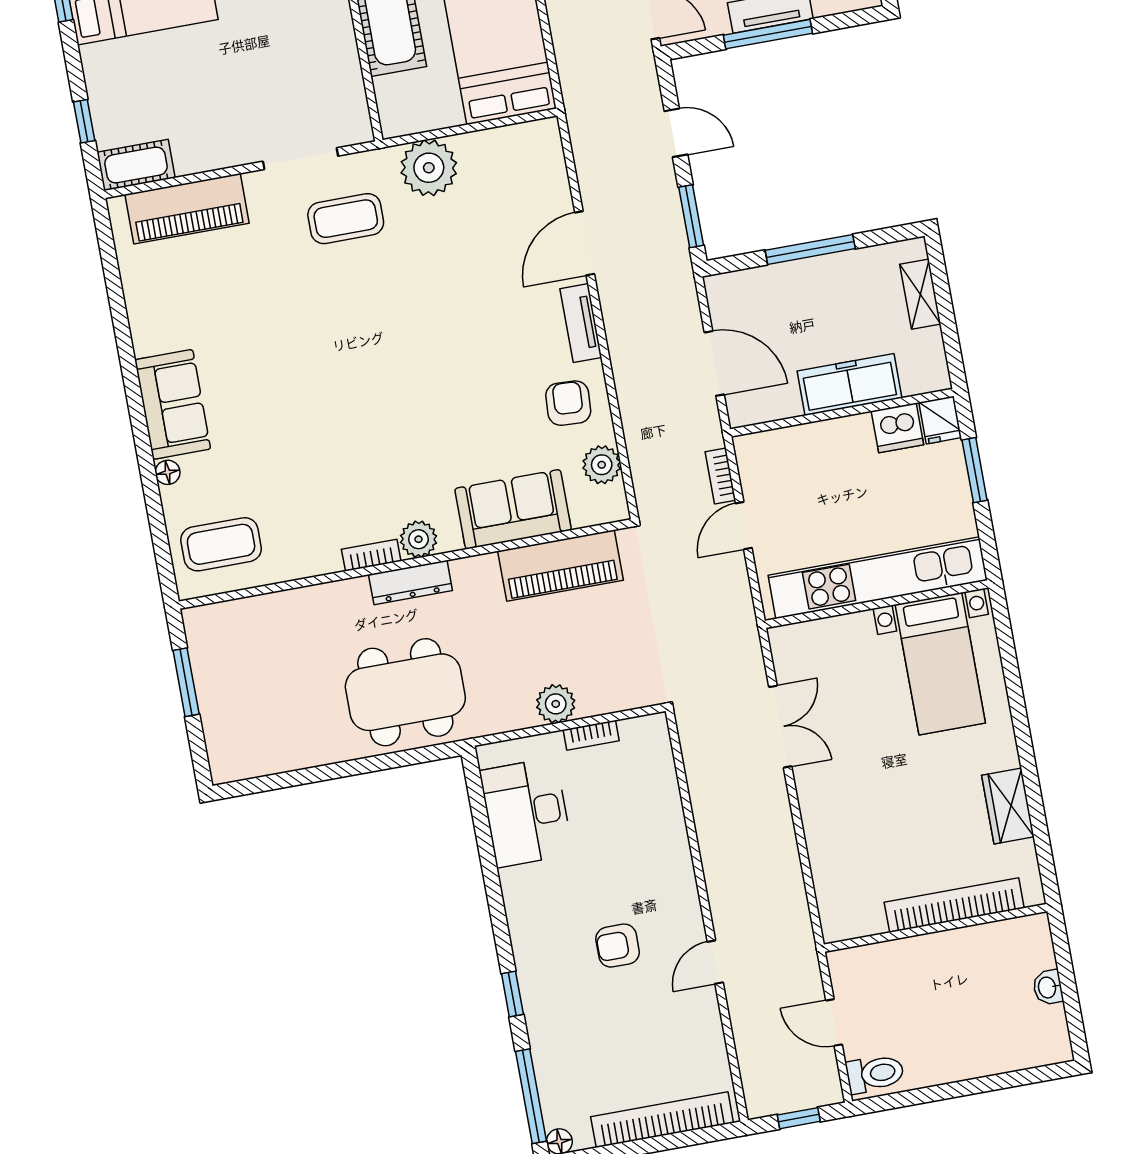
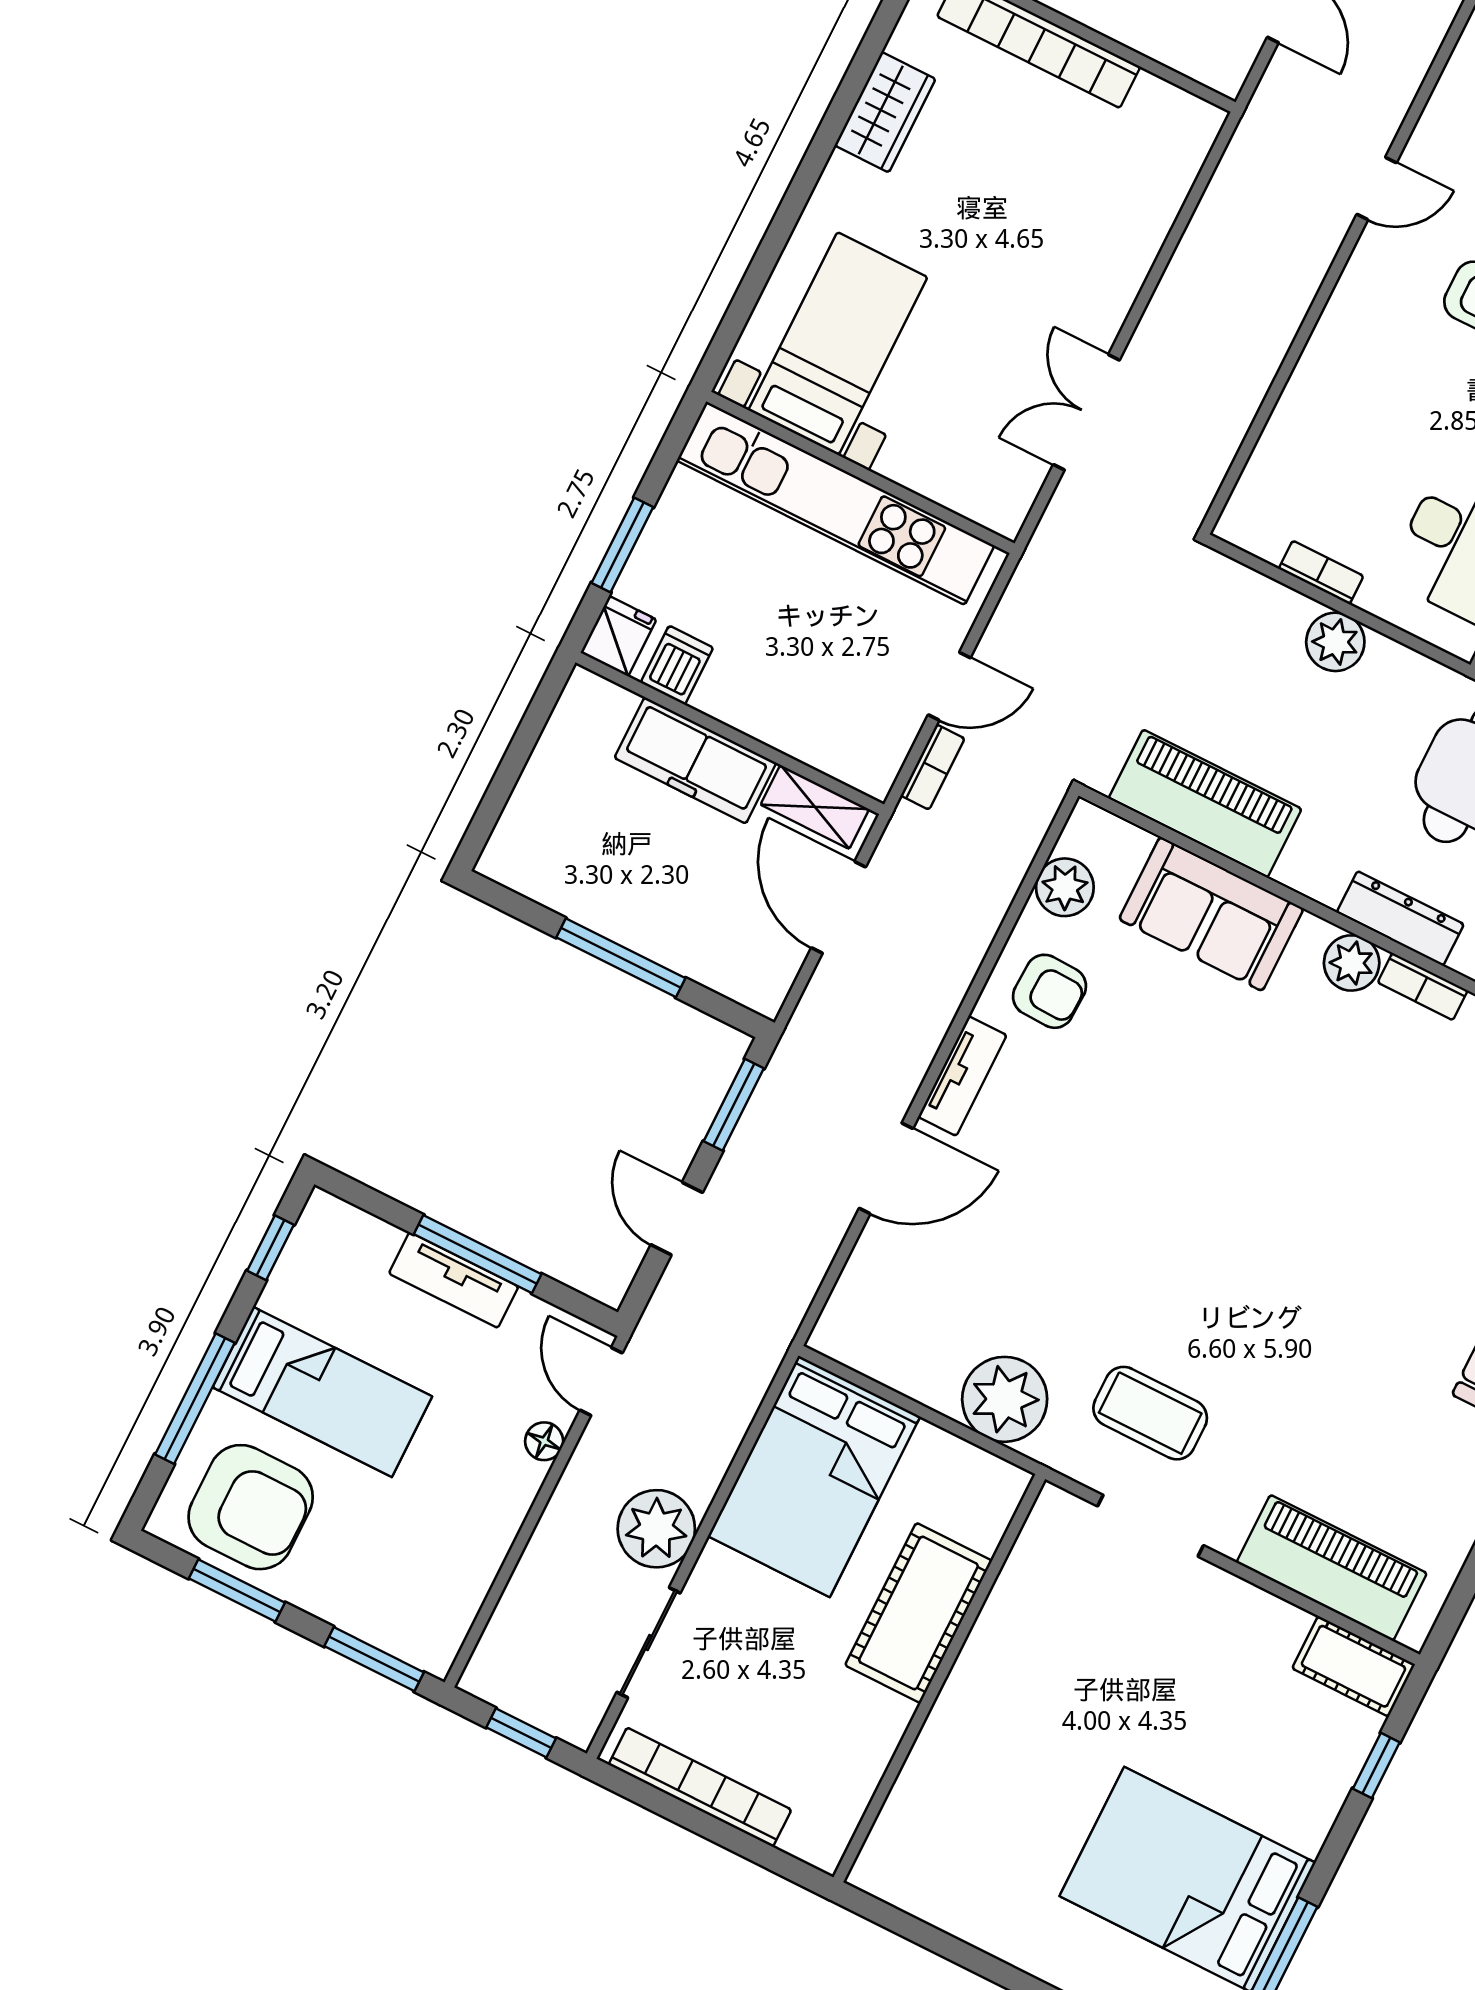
shelving: (920, 294) -> (815, 807), moved, turned 90
armchair: (568, 403) -> (1050, 991), turned -91
dishwasher: (897, 428) -> (677, 665), width x0.73

